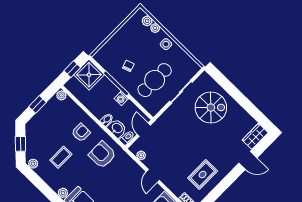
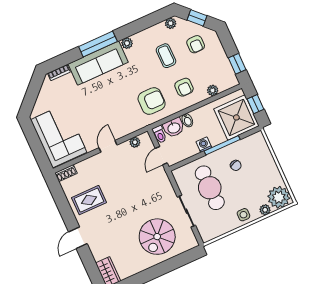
plant: (147, 21) -> (279, 197), width x1.87, depth x1.87
shower: (89, 75) -> (236, 117), width x1.37, depth x1.37
plant: (61, 95) -> (213, 90), moved
window: (37, 104) -> (237, 64), moved
door: (144, 130) -> (161, 156), swing flipped
armchair: (42, 137) -> (196, 44), added
door: (248, 160) -> (78, 238), moved
rug: (203, 174) -> (89, 200), turned 90
door: (153, 176) -> (108, 146), hinge flipped

